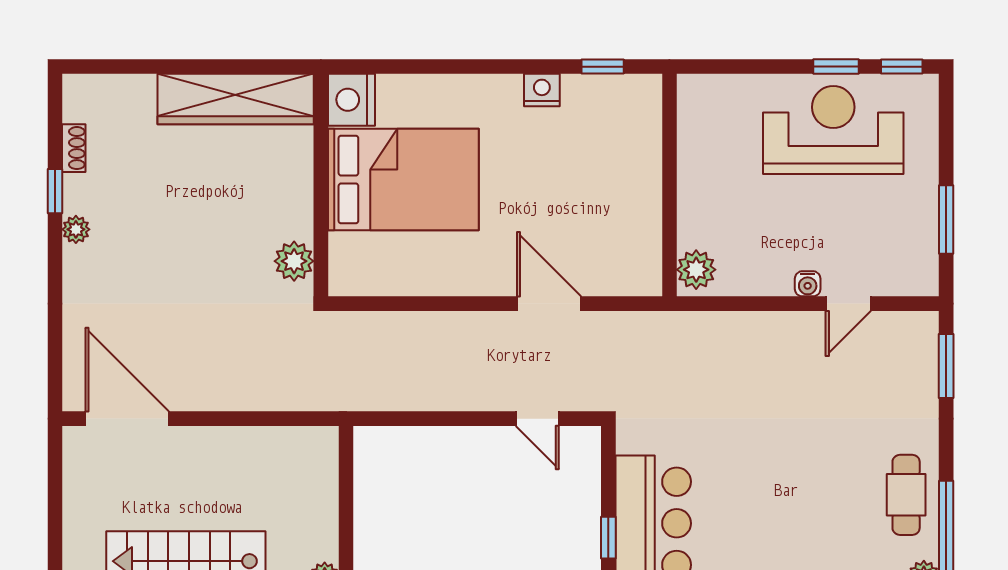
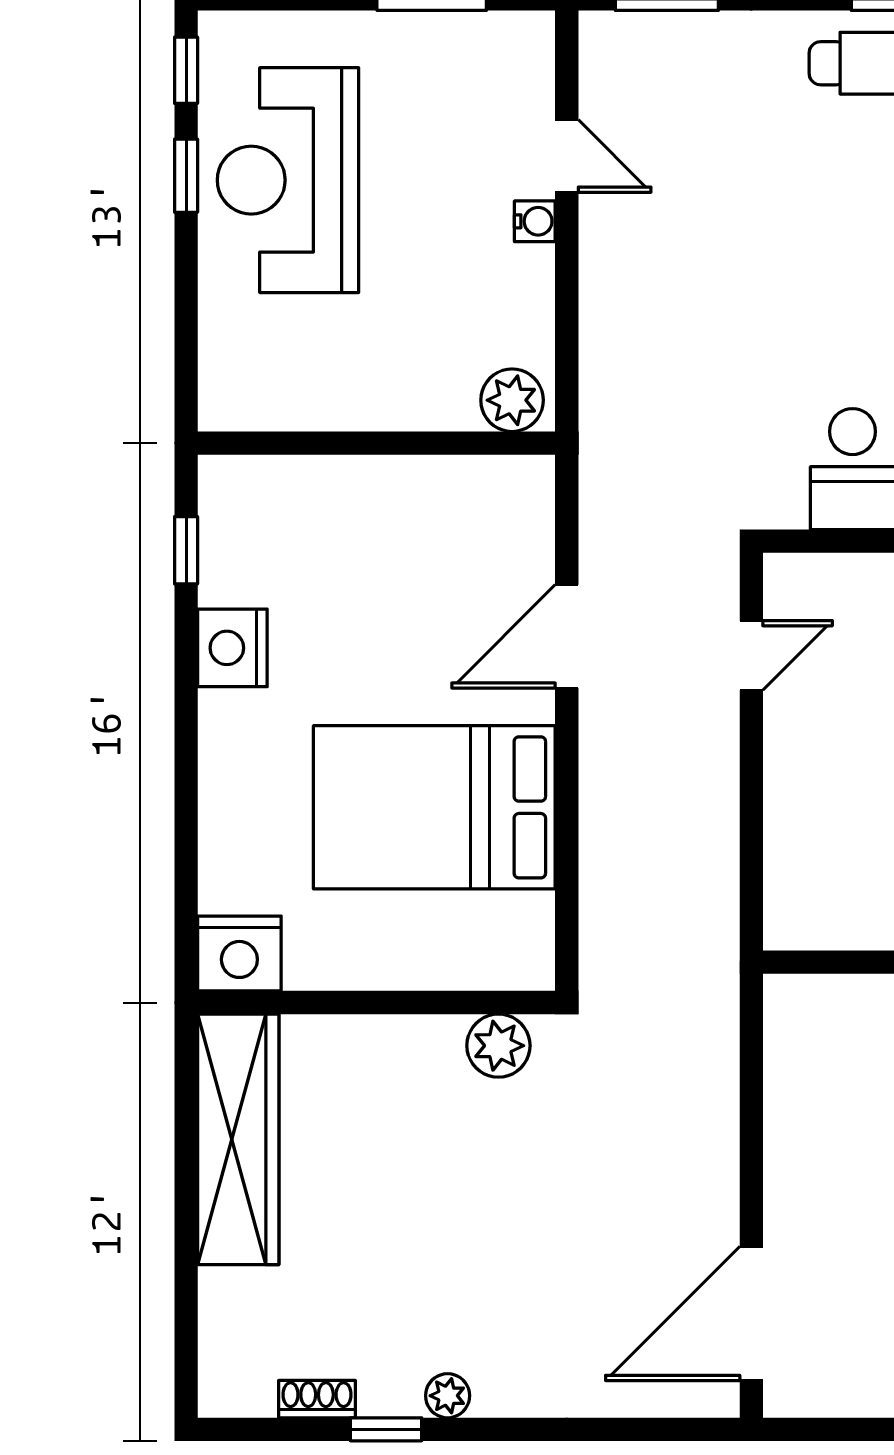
nightstand: (542, 90) -> (232, 648), width x1.36, depth x1.33
bed: (403, 179) -> (434, 807), moved, turned -90

